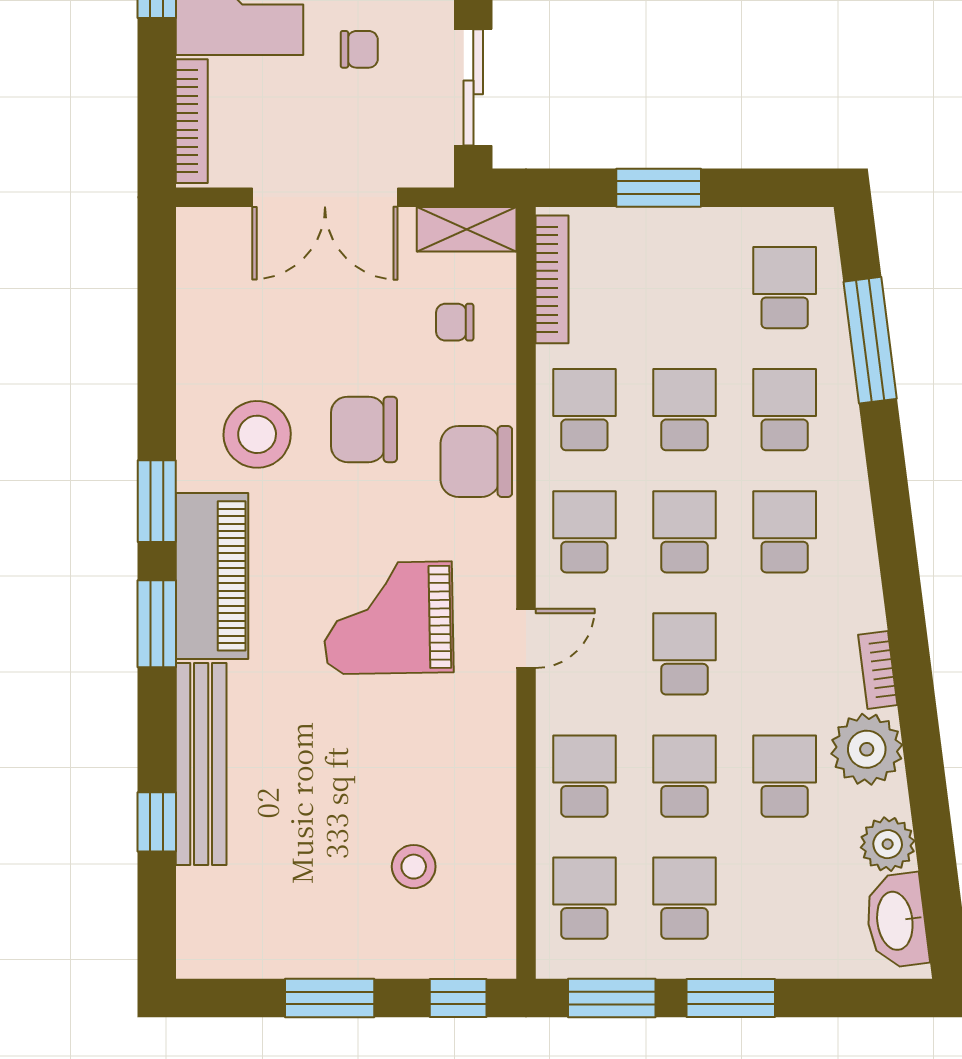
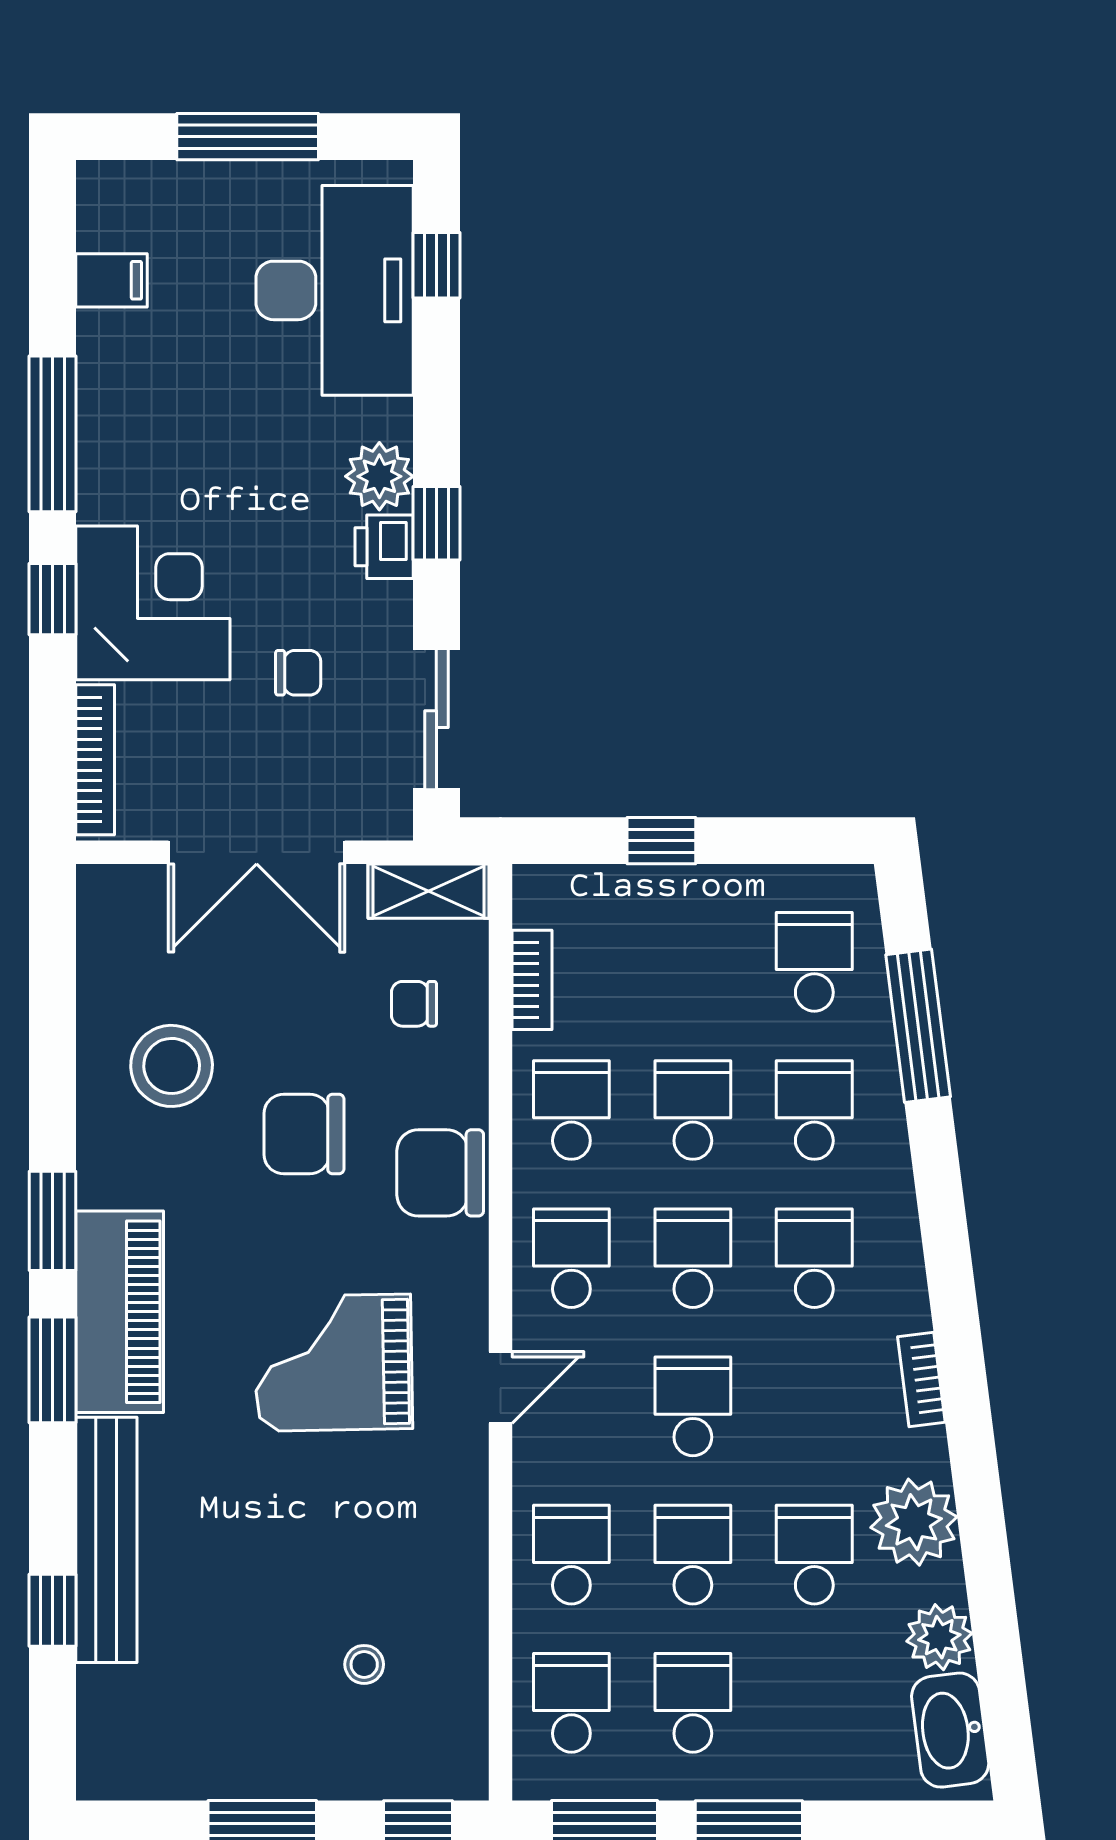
window: (659, 188) -> (661, 841), width x0.67
bookcase: (552, 279) -> (532, 980), width x0.64
stool: (257, 434) -> (172, 1066), moved
bookcase: (878, 670) -> (921, 1380), moved
stool: (414, 867) -> (364, 1664), width x0.73, depth x0.73

